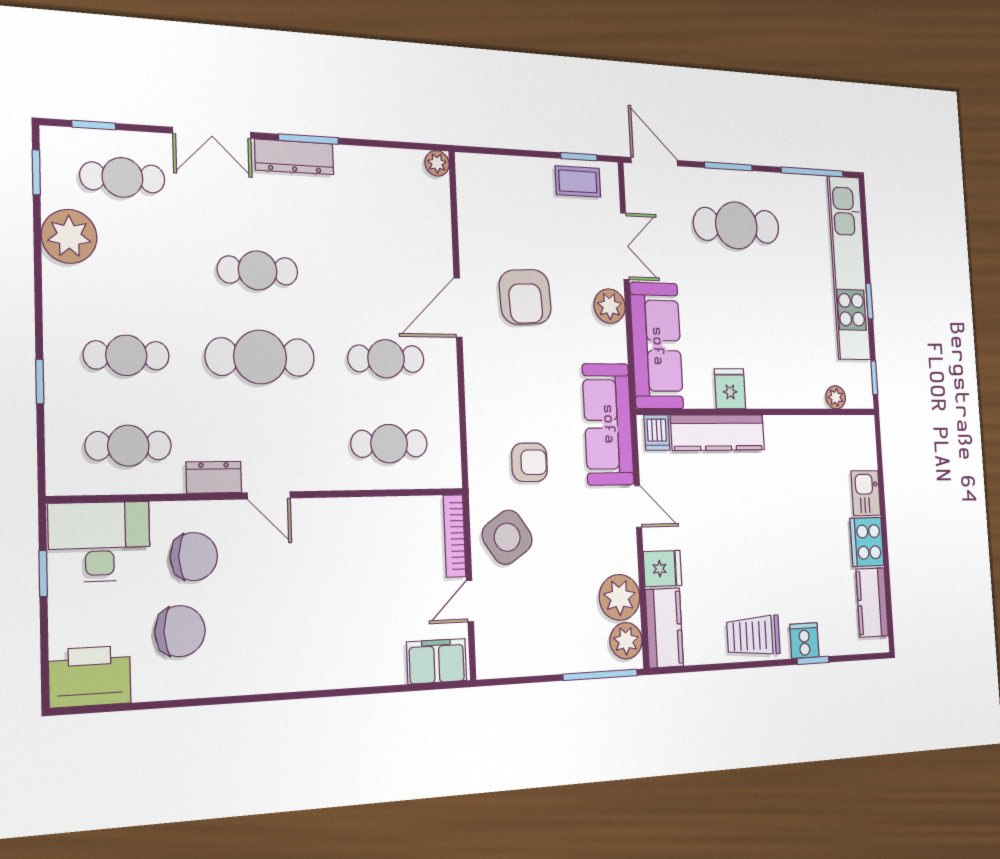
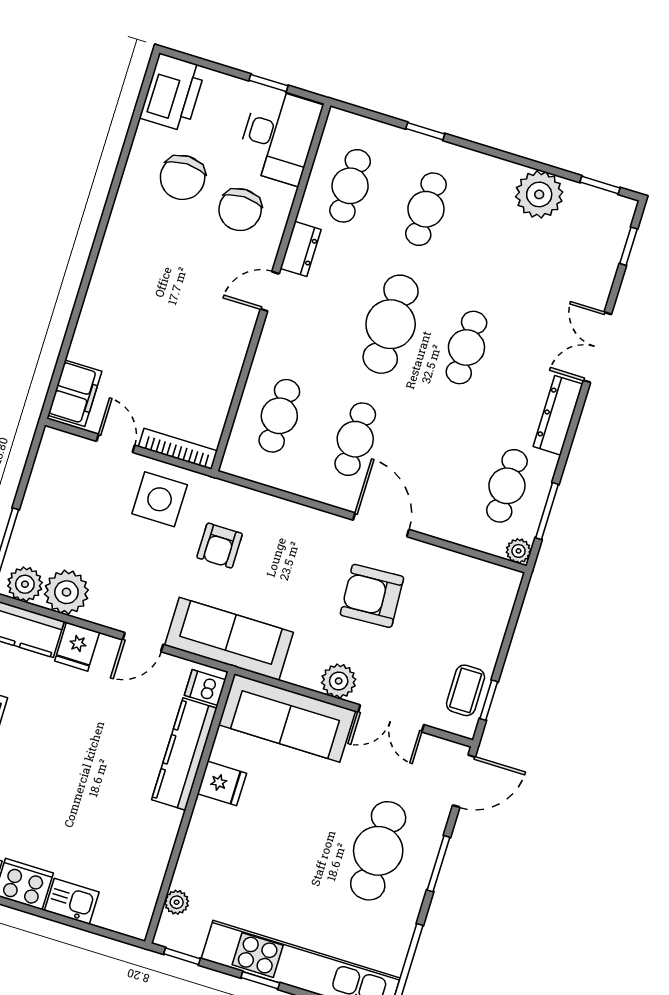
window: (309, 139) -> (547, 511), moved
cafe table: (122, 177) -> (507, 486), moved
side table: (507, 537) -> (160, 499), turned 34

